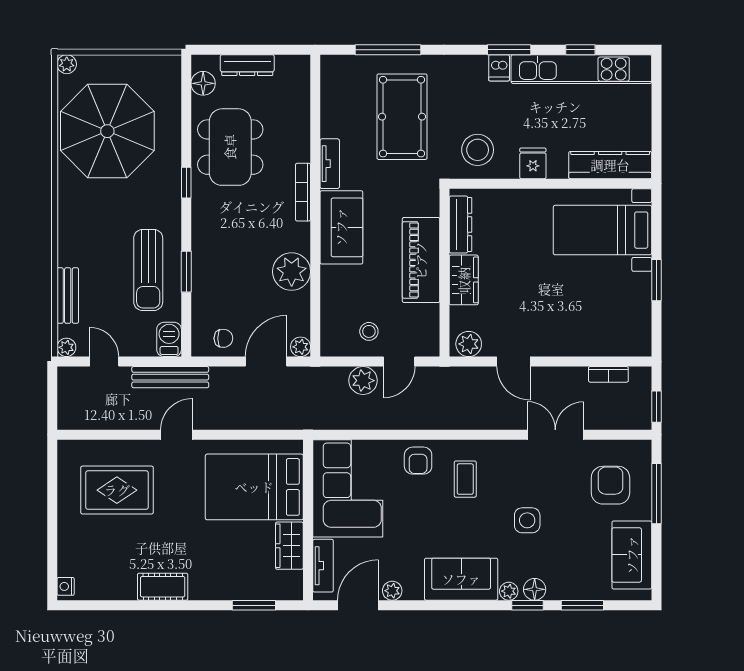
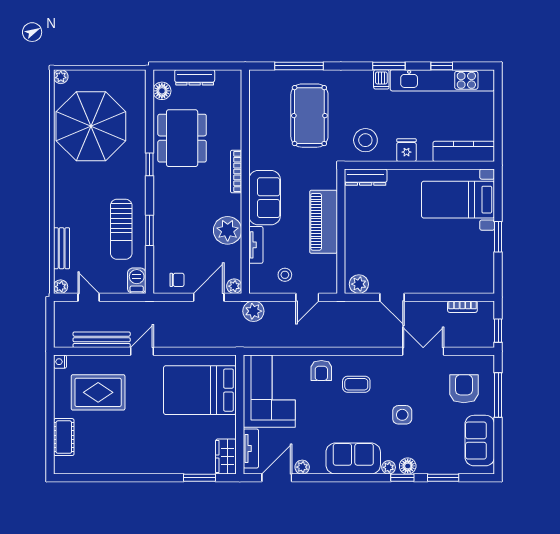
tv unit: (330, 164) -> (256, 245), moved
dresser: (460, 225) -> (366, 177), moved, turned 90
wardrobe: (464, 280) -> (355, 237), removed
bench: (170, 377) -> (102, 340), moved
plant: (363, 381) -> (253, 311), moved
coffee table: (465, 479) -> (356, 384), turned 90
wardrobe: (289, 546) -> (226, 457), moved
nightstand: (66, 586) -> (60, 362), moved
cot: (163, 587) -> (64, 437), moved, turned 90

